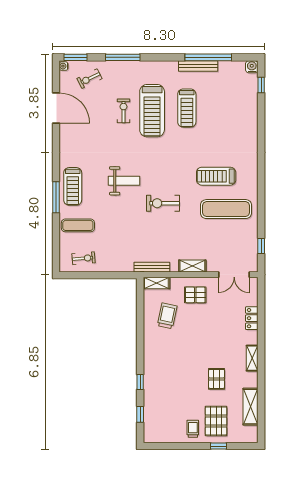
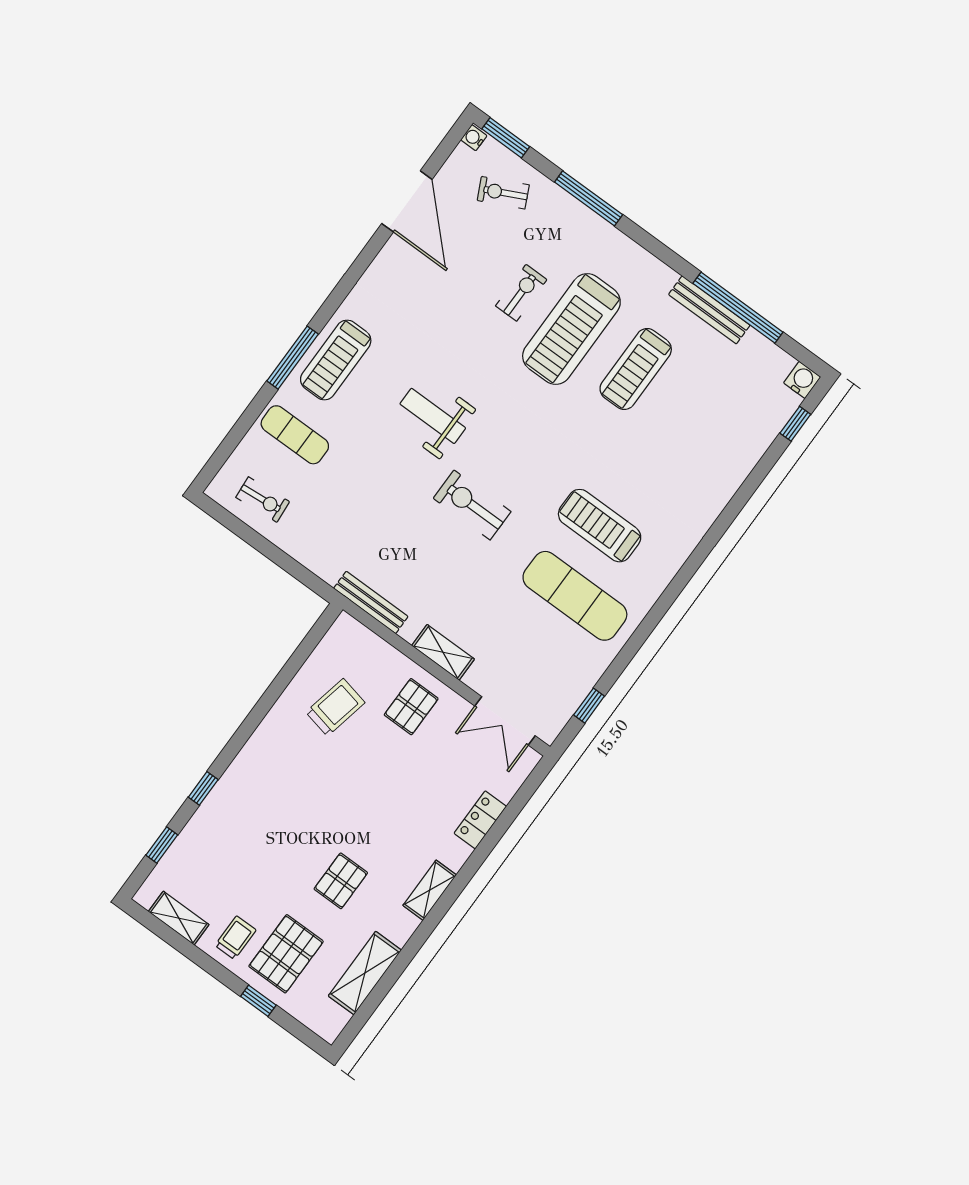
weight bench: (124, 181) -> (433, 416), turned 180
shelving: (156, 283) -> (179, 918), moved
pallet: (195, 295) -> (411, 707), turned 90

